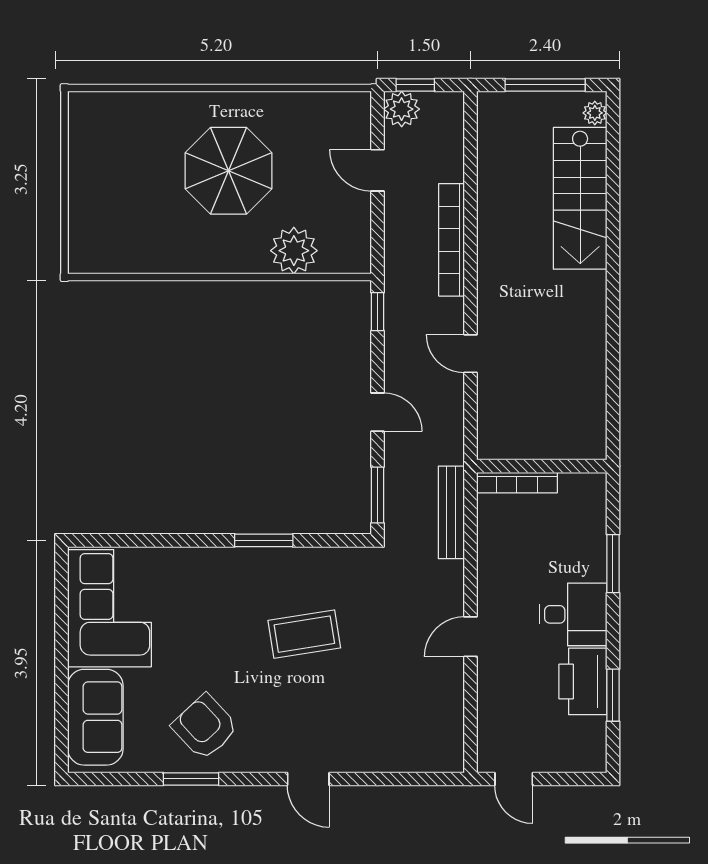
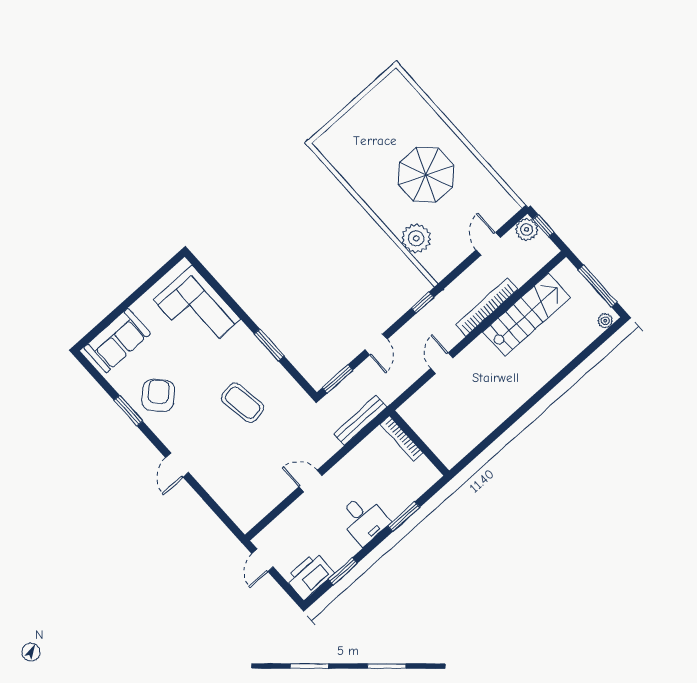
stairs: (580, 198) -> (527, 315), moved, turned 180
corner sofa: (109, 608) -> (197, 309), moved, turned 90
printer: (583, 681) -> (310, 576), moved

